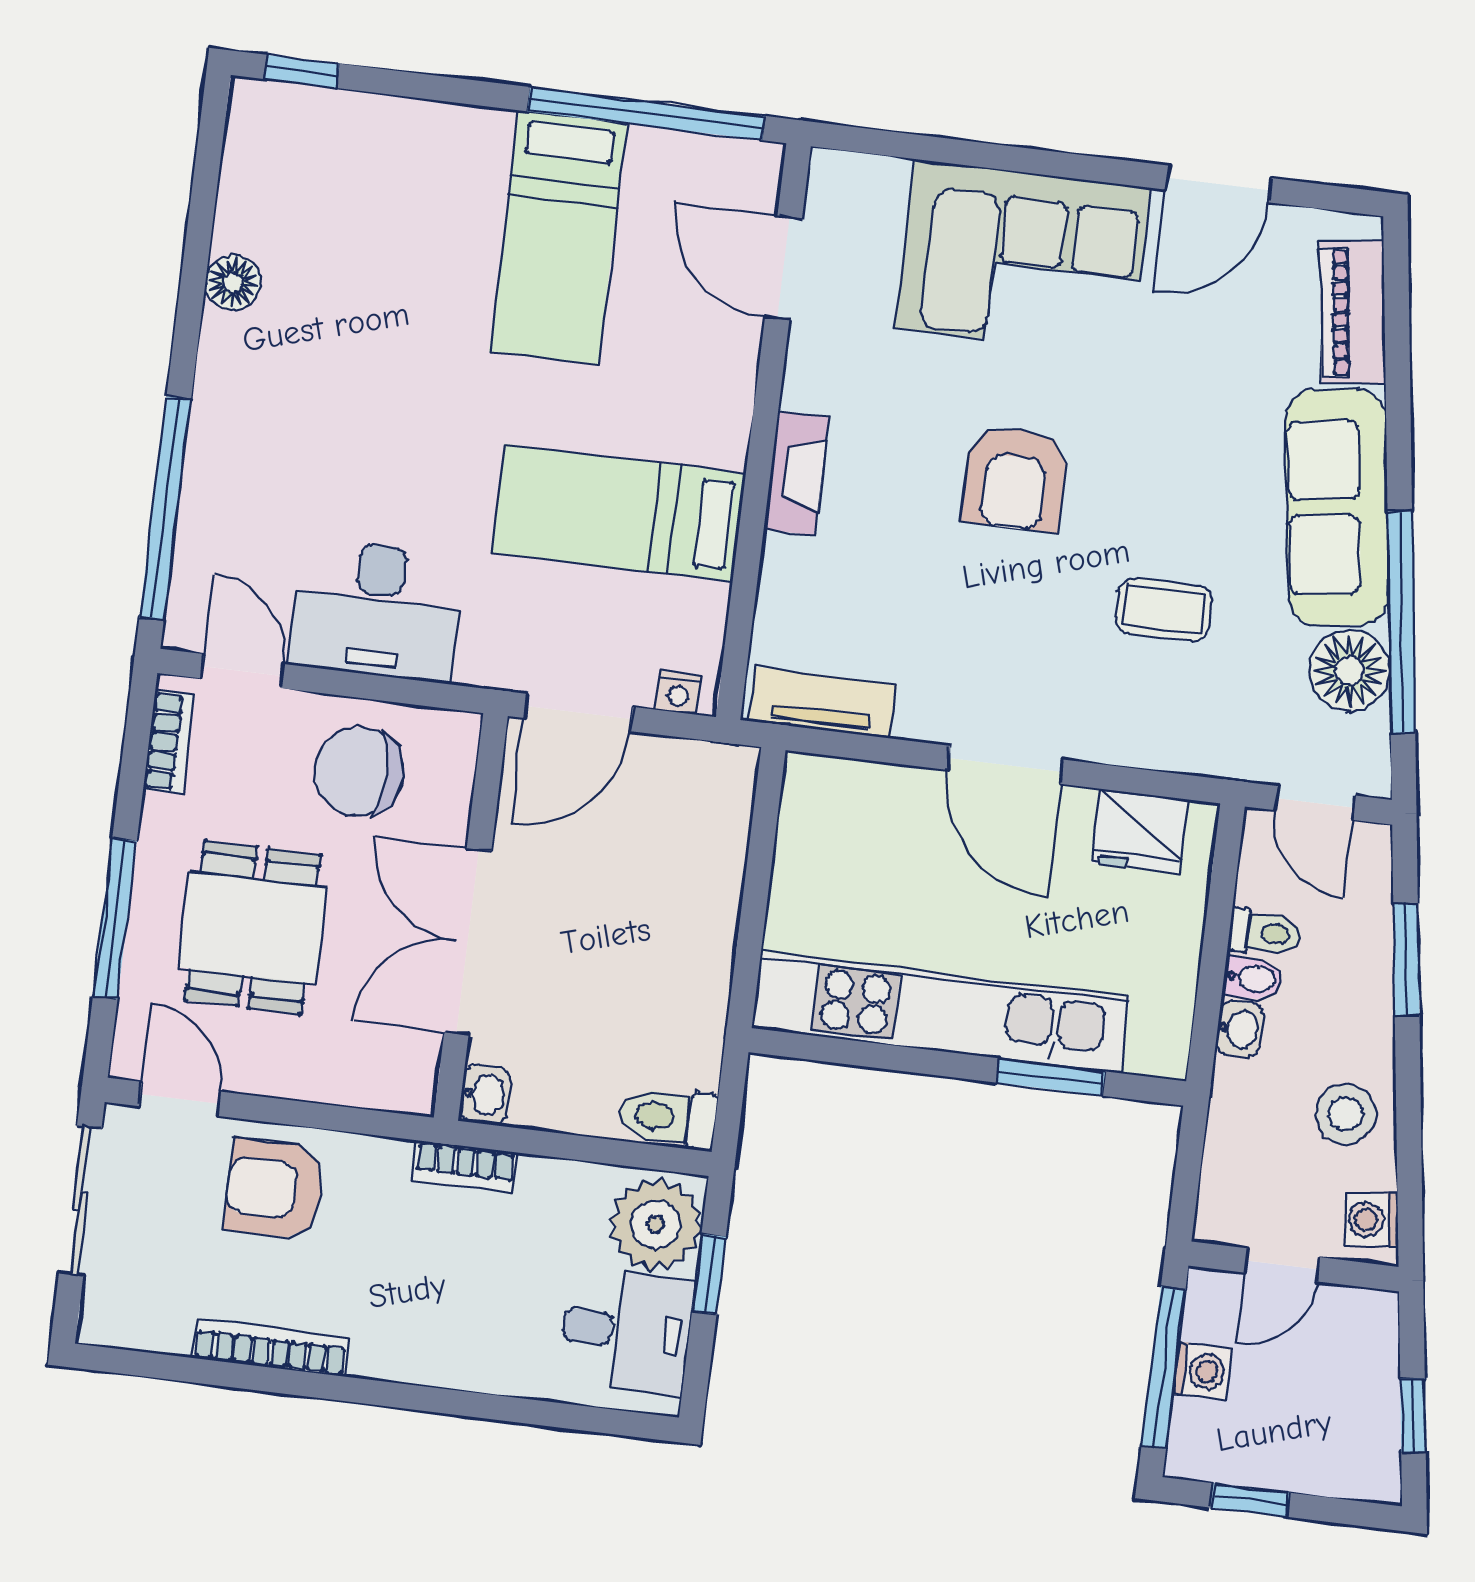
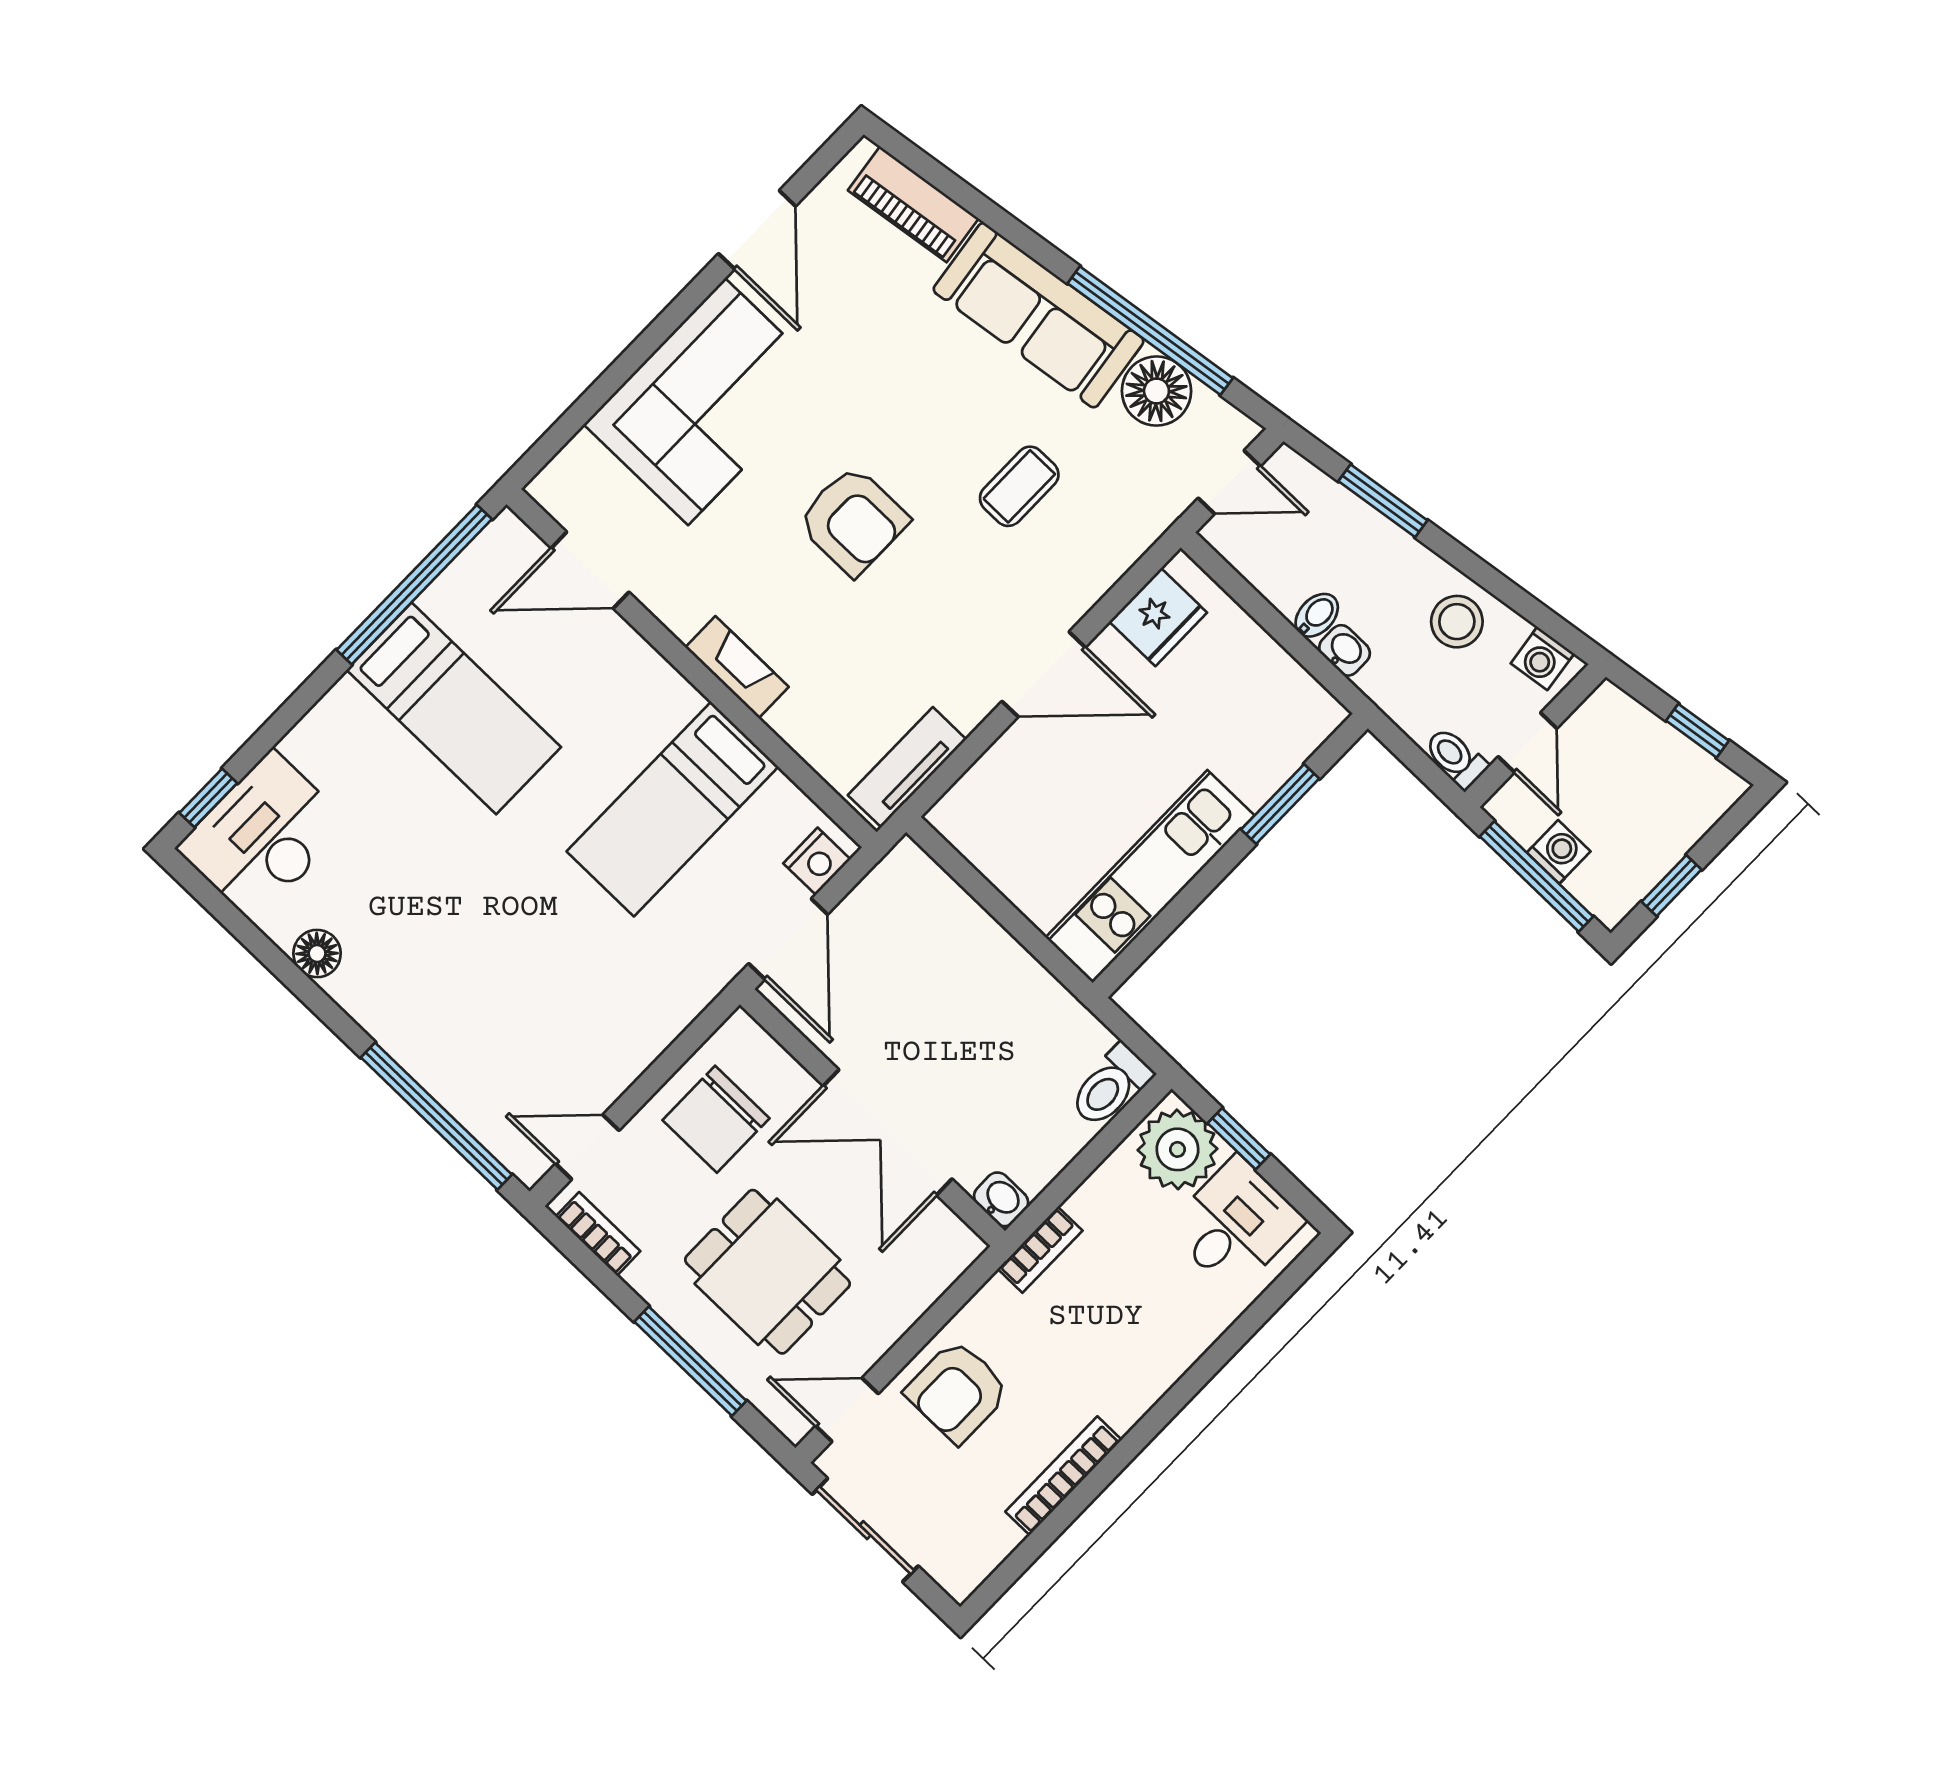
desk: (377, 610) -> (263, 836), moved, turned 180
nightstand: (678, 692) -> (817, 861), width x1.39, depth x1.35
toilet: (1265, 933) -> (1456, 758), moved, turned -90
kitchen unit: (941, 1013) -> (1150, 876), width x0.73

